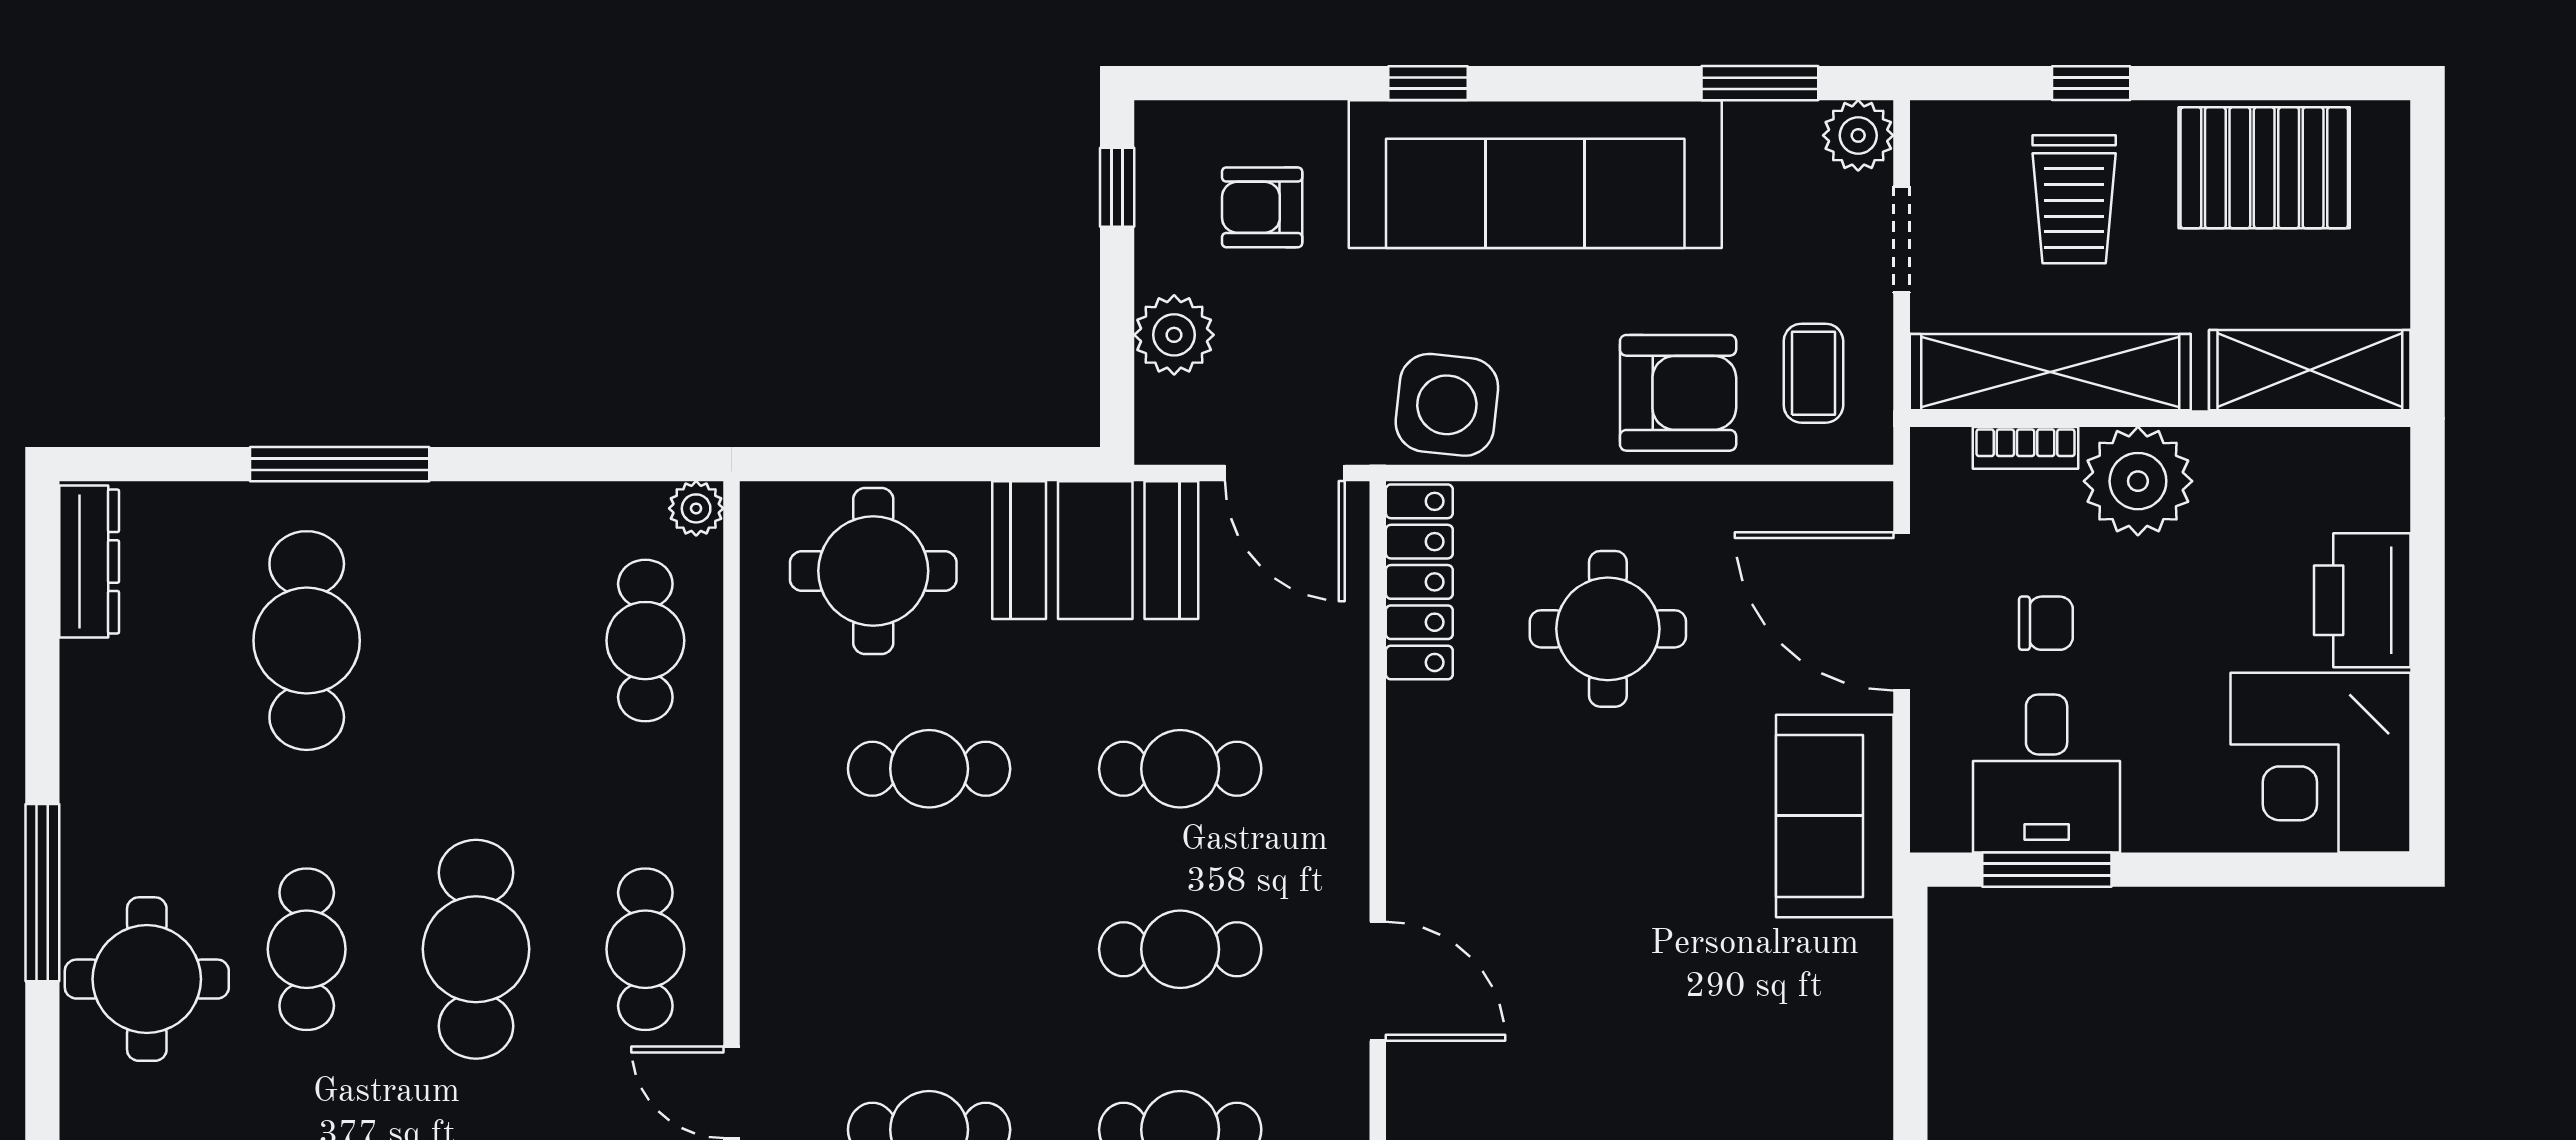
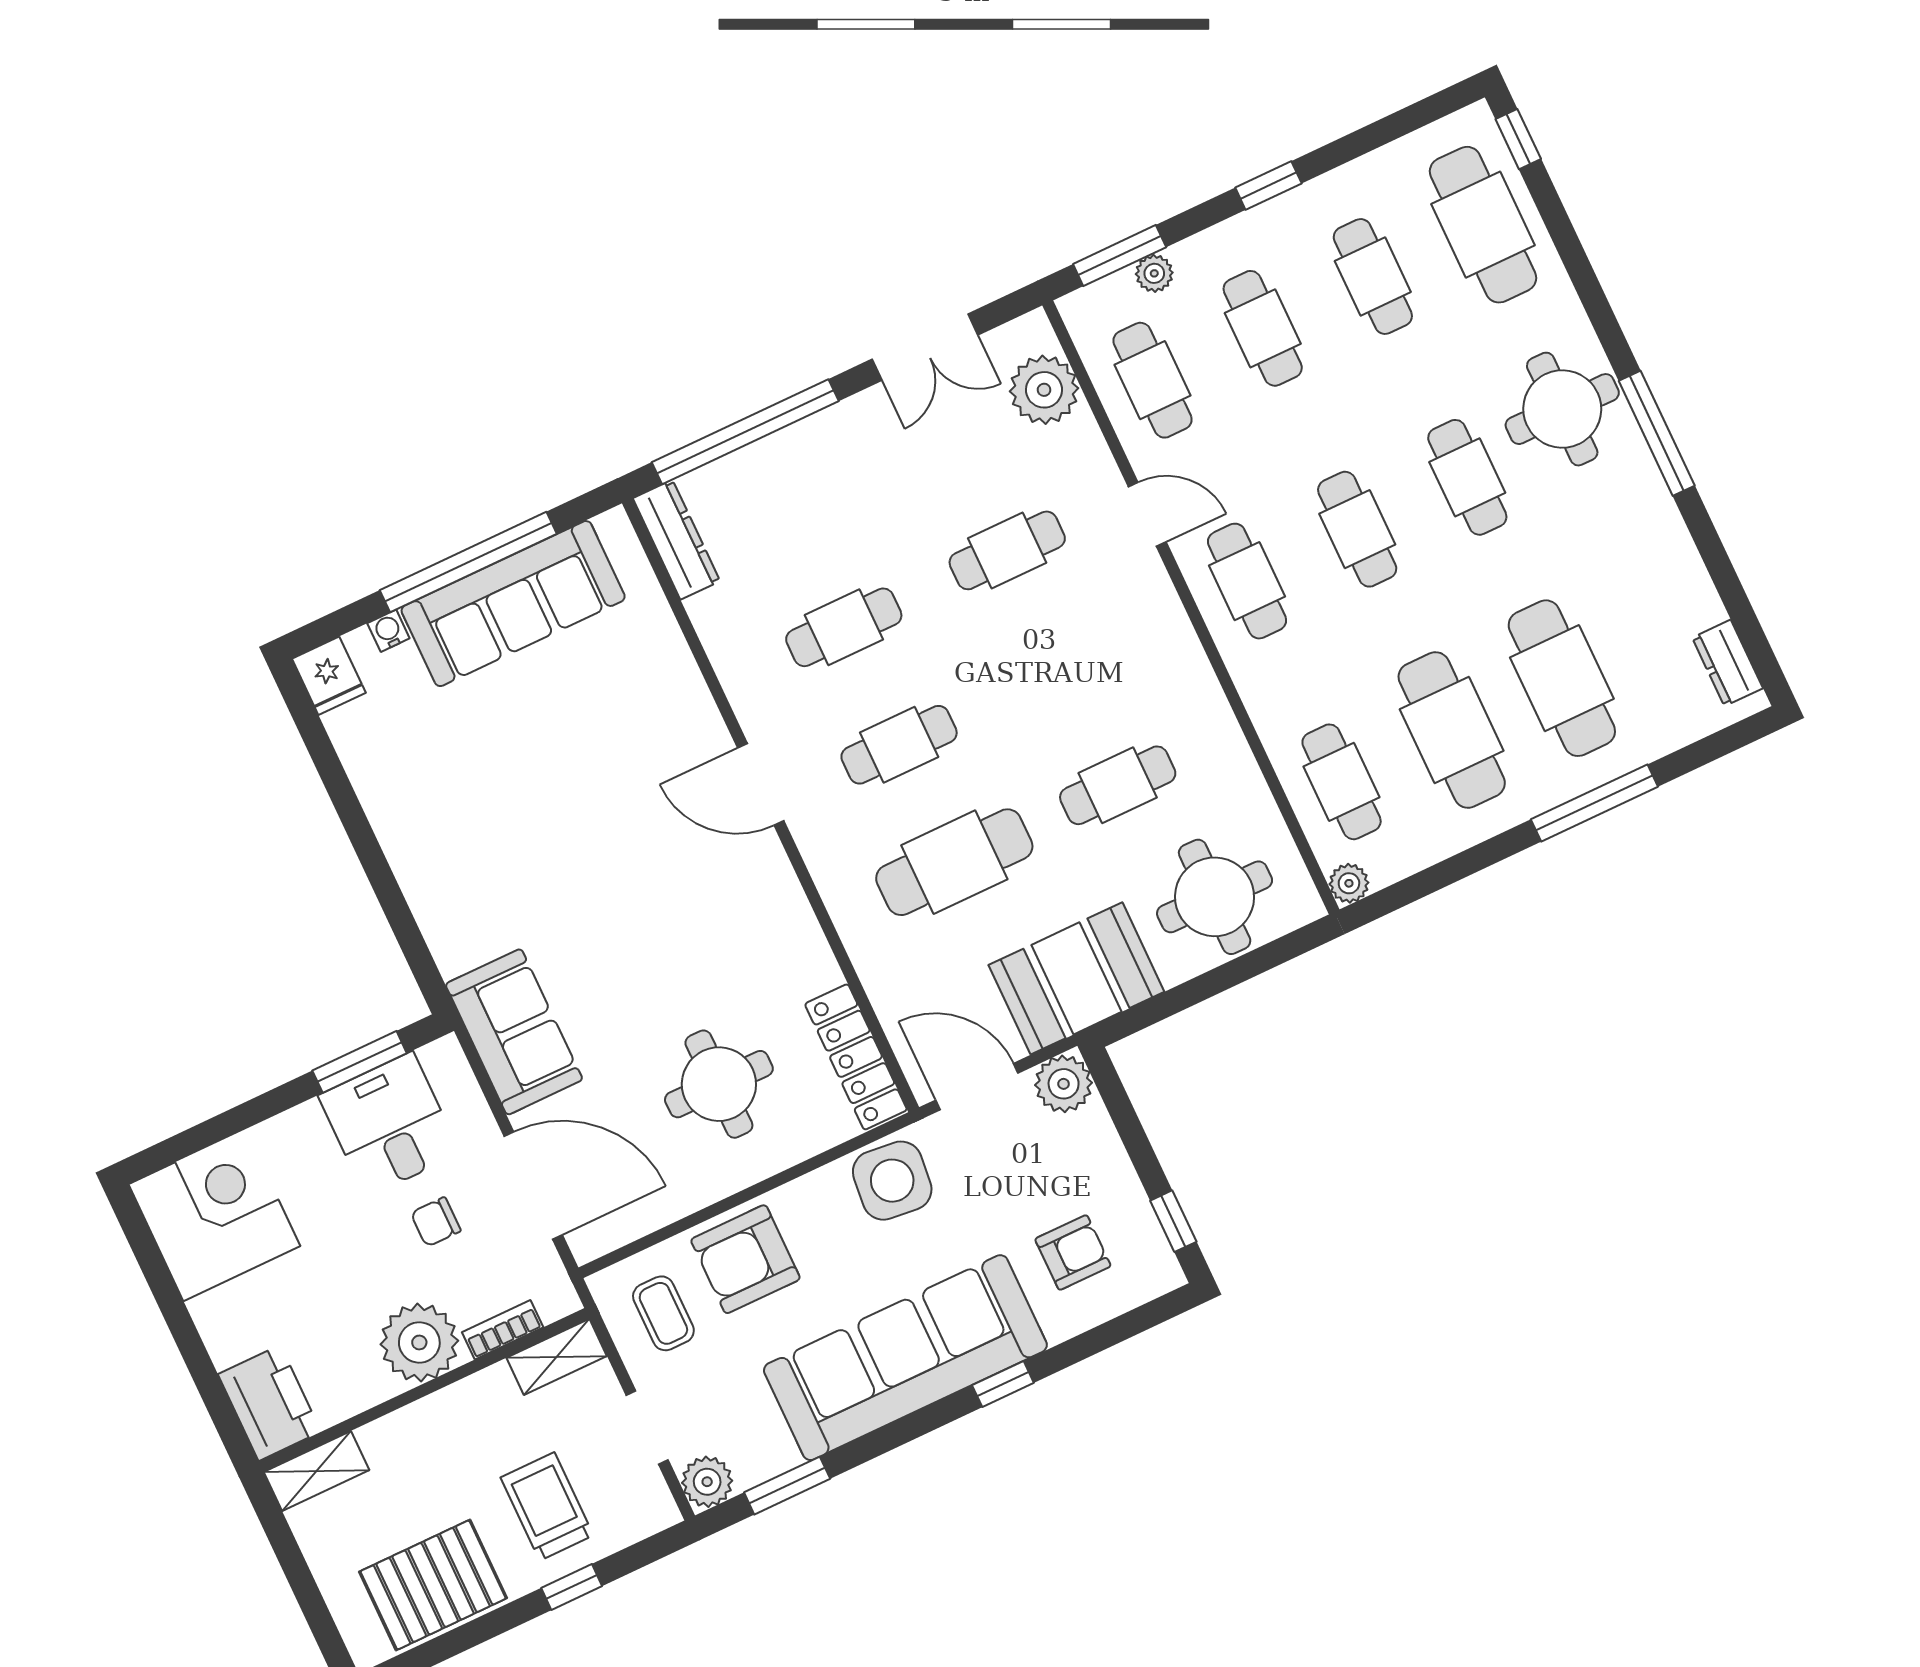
plant: (1174, 335) -> (1064, 1084), moved
shelving: (2310, 370) -> (317, 1471), width x0.67, depth x0.75
shelving: (2050, 372) -> (557, 1357), width x0.45, depth x0.75
dresser: (89, 562) -> (1728, 663), width x0.70
printer: (2362, 600) -> (269, 1403), moved
cafe table: (476, 641) -> (1452, 730), added
cafe table: (1180, 769) -> (954, 862), width x1.37, depth x1.35
cafe table: (476, 949) -> (1357, 529), width x0.73, depth x0.74

